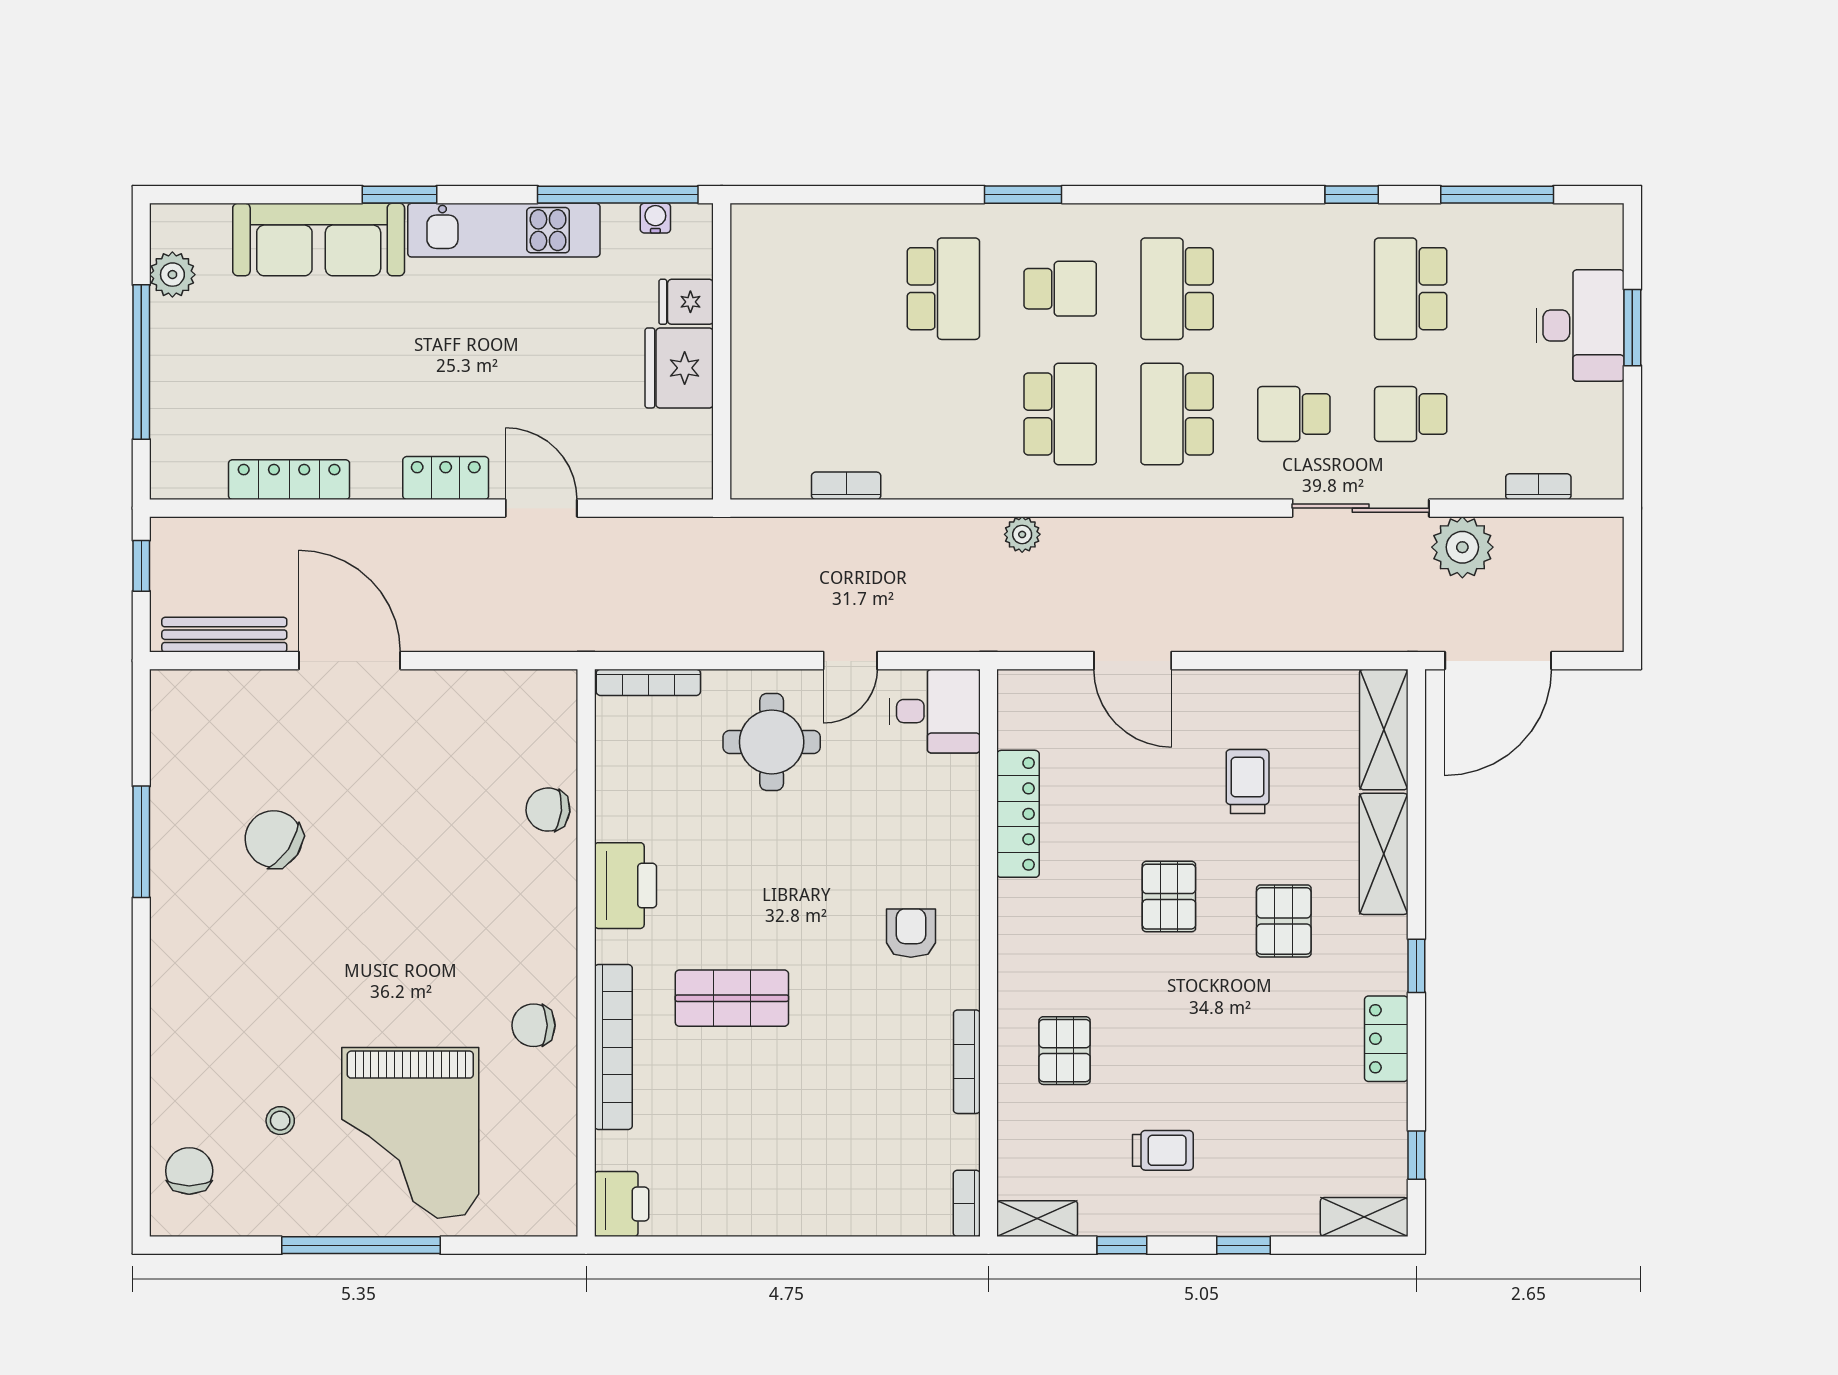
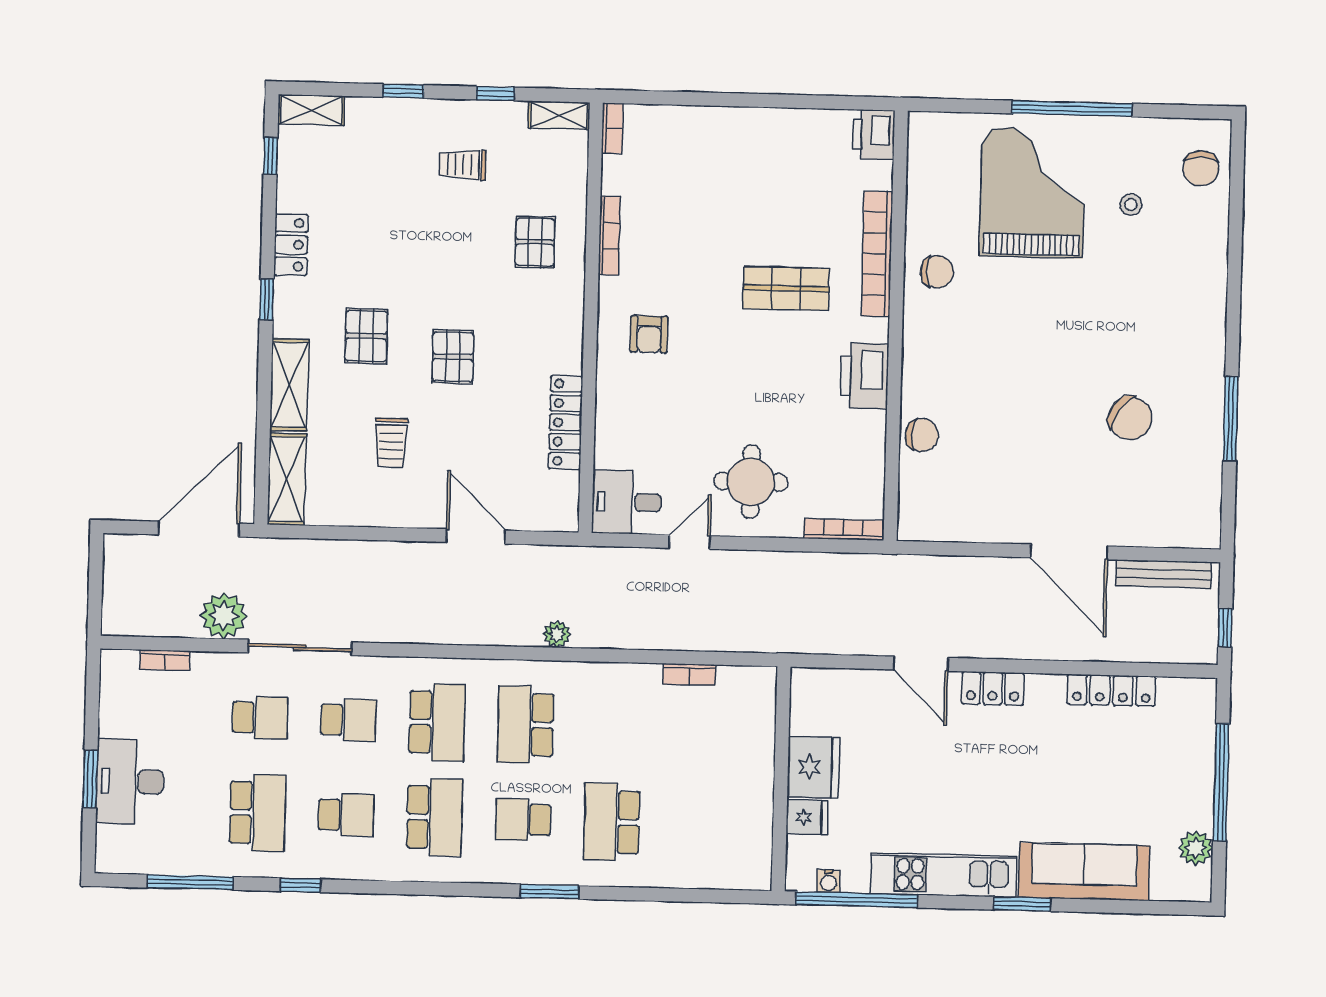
school desk: (1294, 289) -> (346, 815), added

